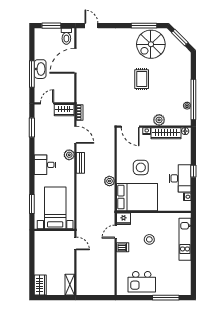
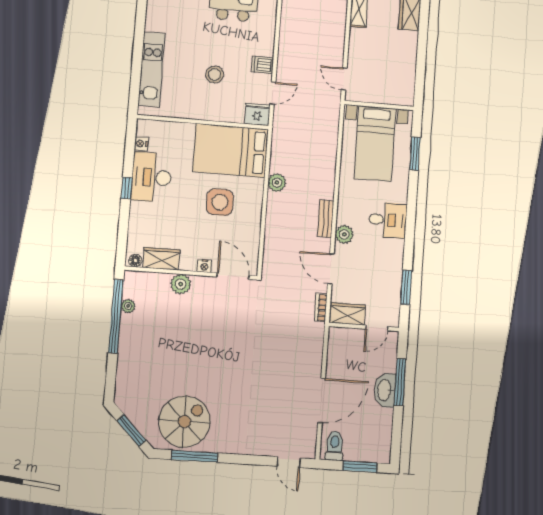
rug: (142, 79) -> (206, 360), removed
wardrobe: (166, 133) -> (161, 259), width x0.67

